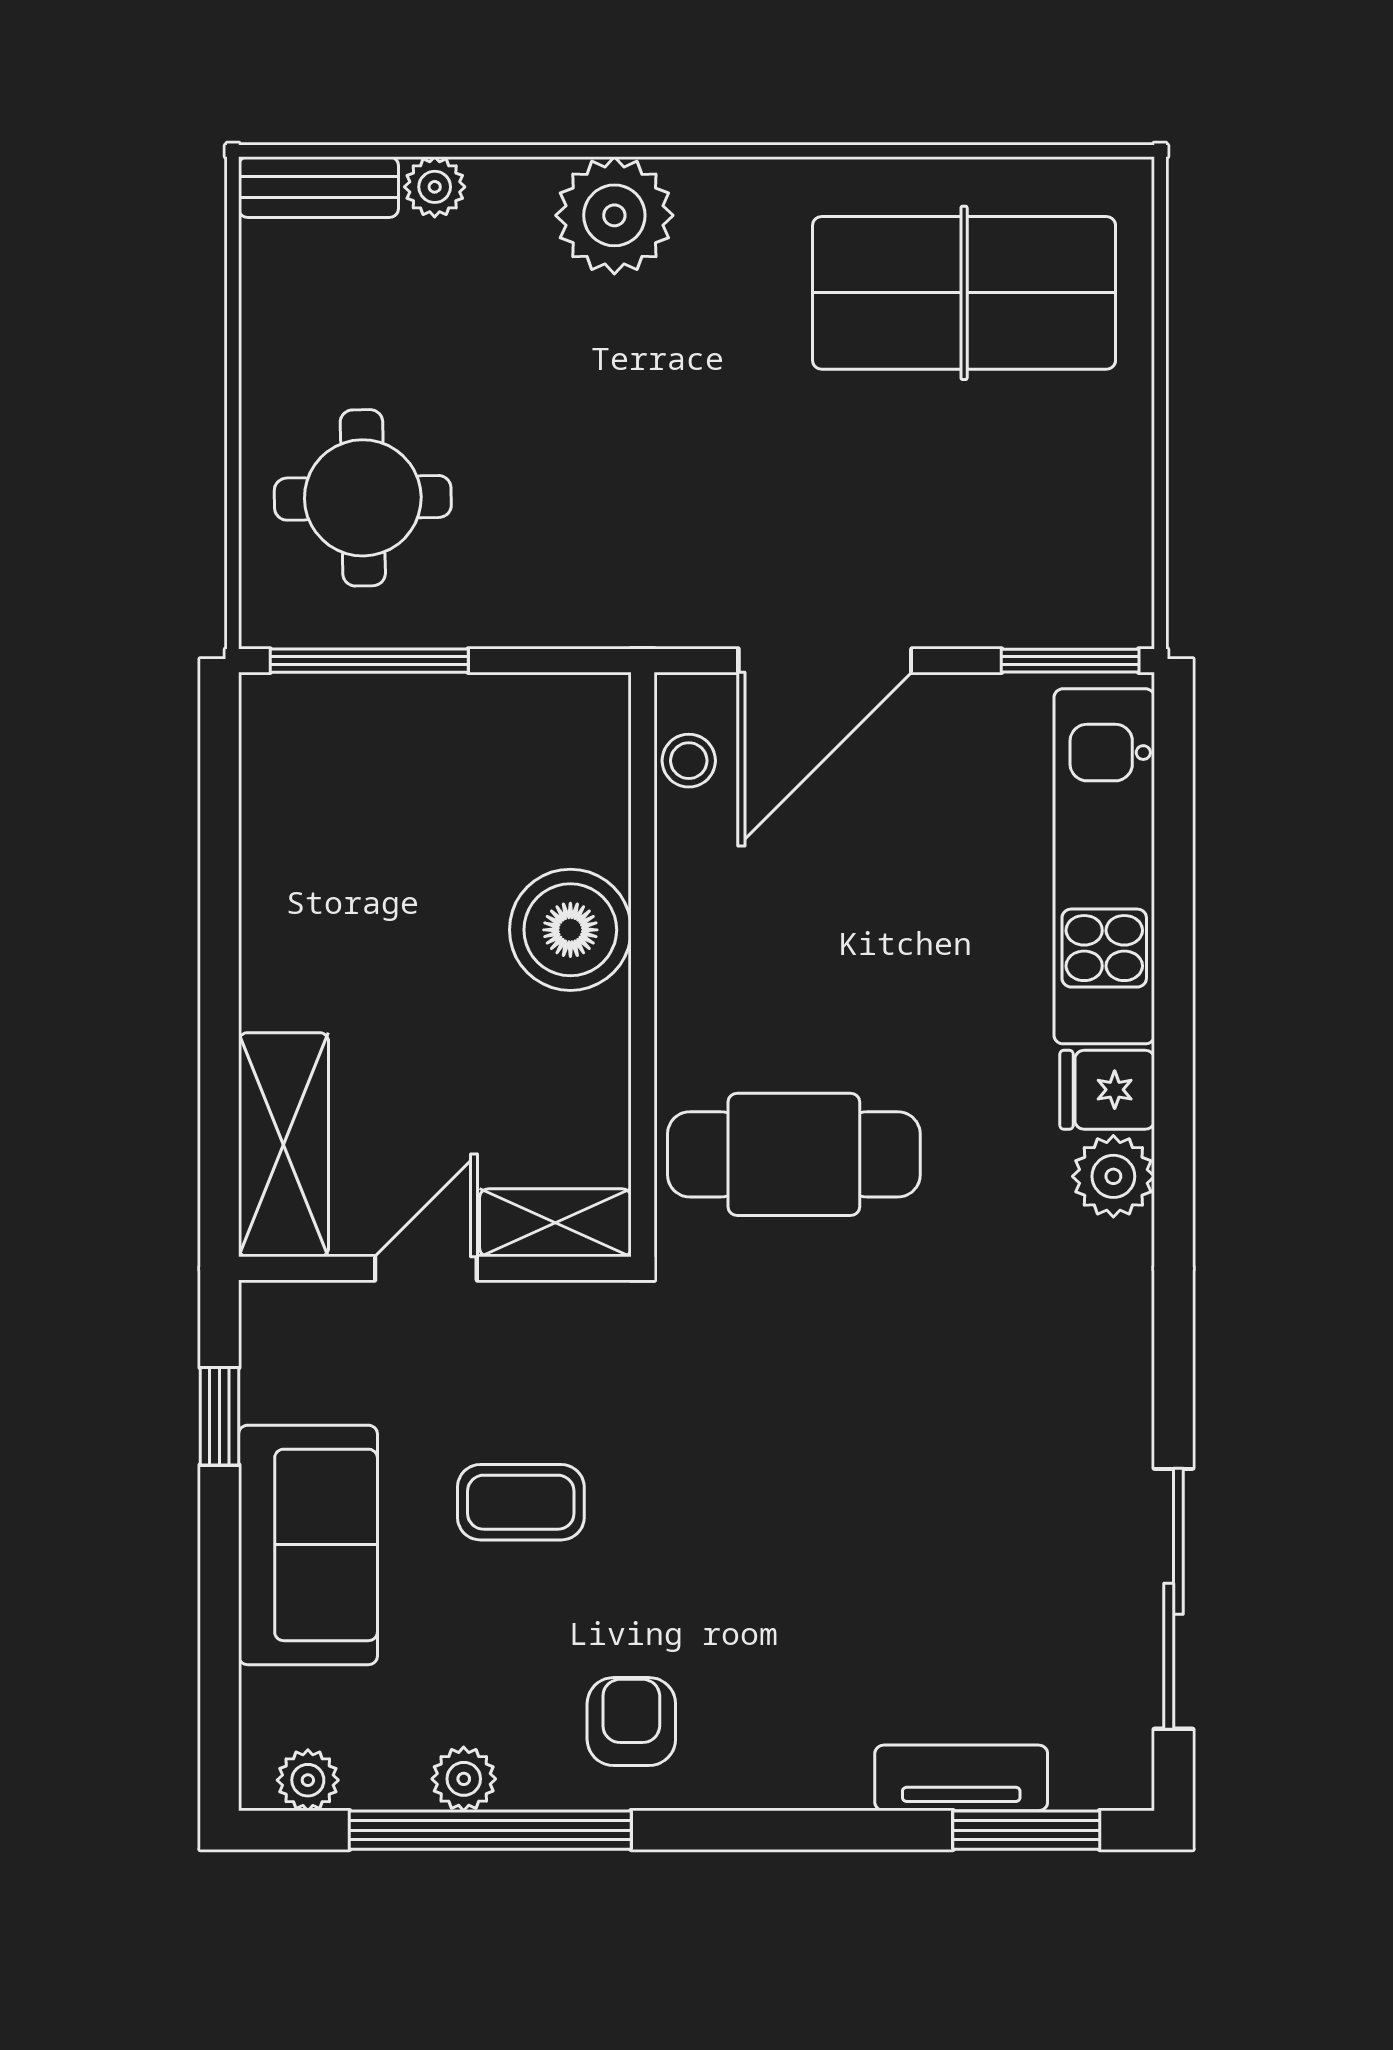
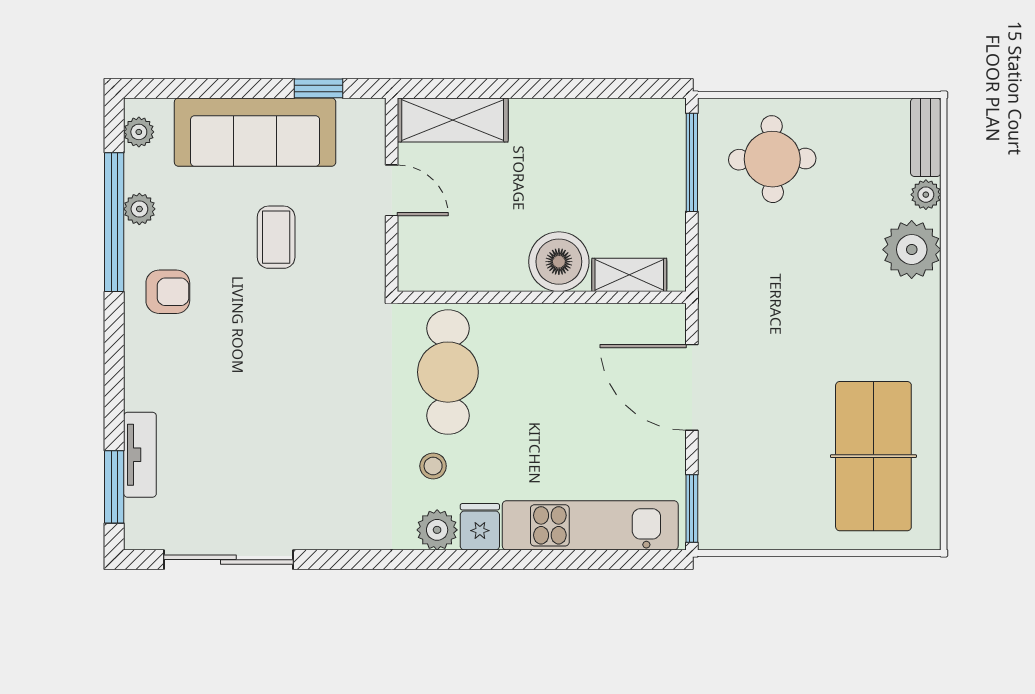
plant: (614, 215) -> (912, 250), moved
stool: (689, 761) -> (433, 466), moved
shelving: (555, 1223) -> (629, 275), moved, turned 90
sofa: (308, 1545) -> (255, 132), width x1.36

